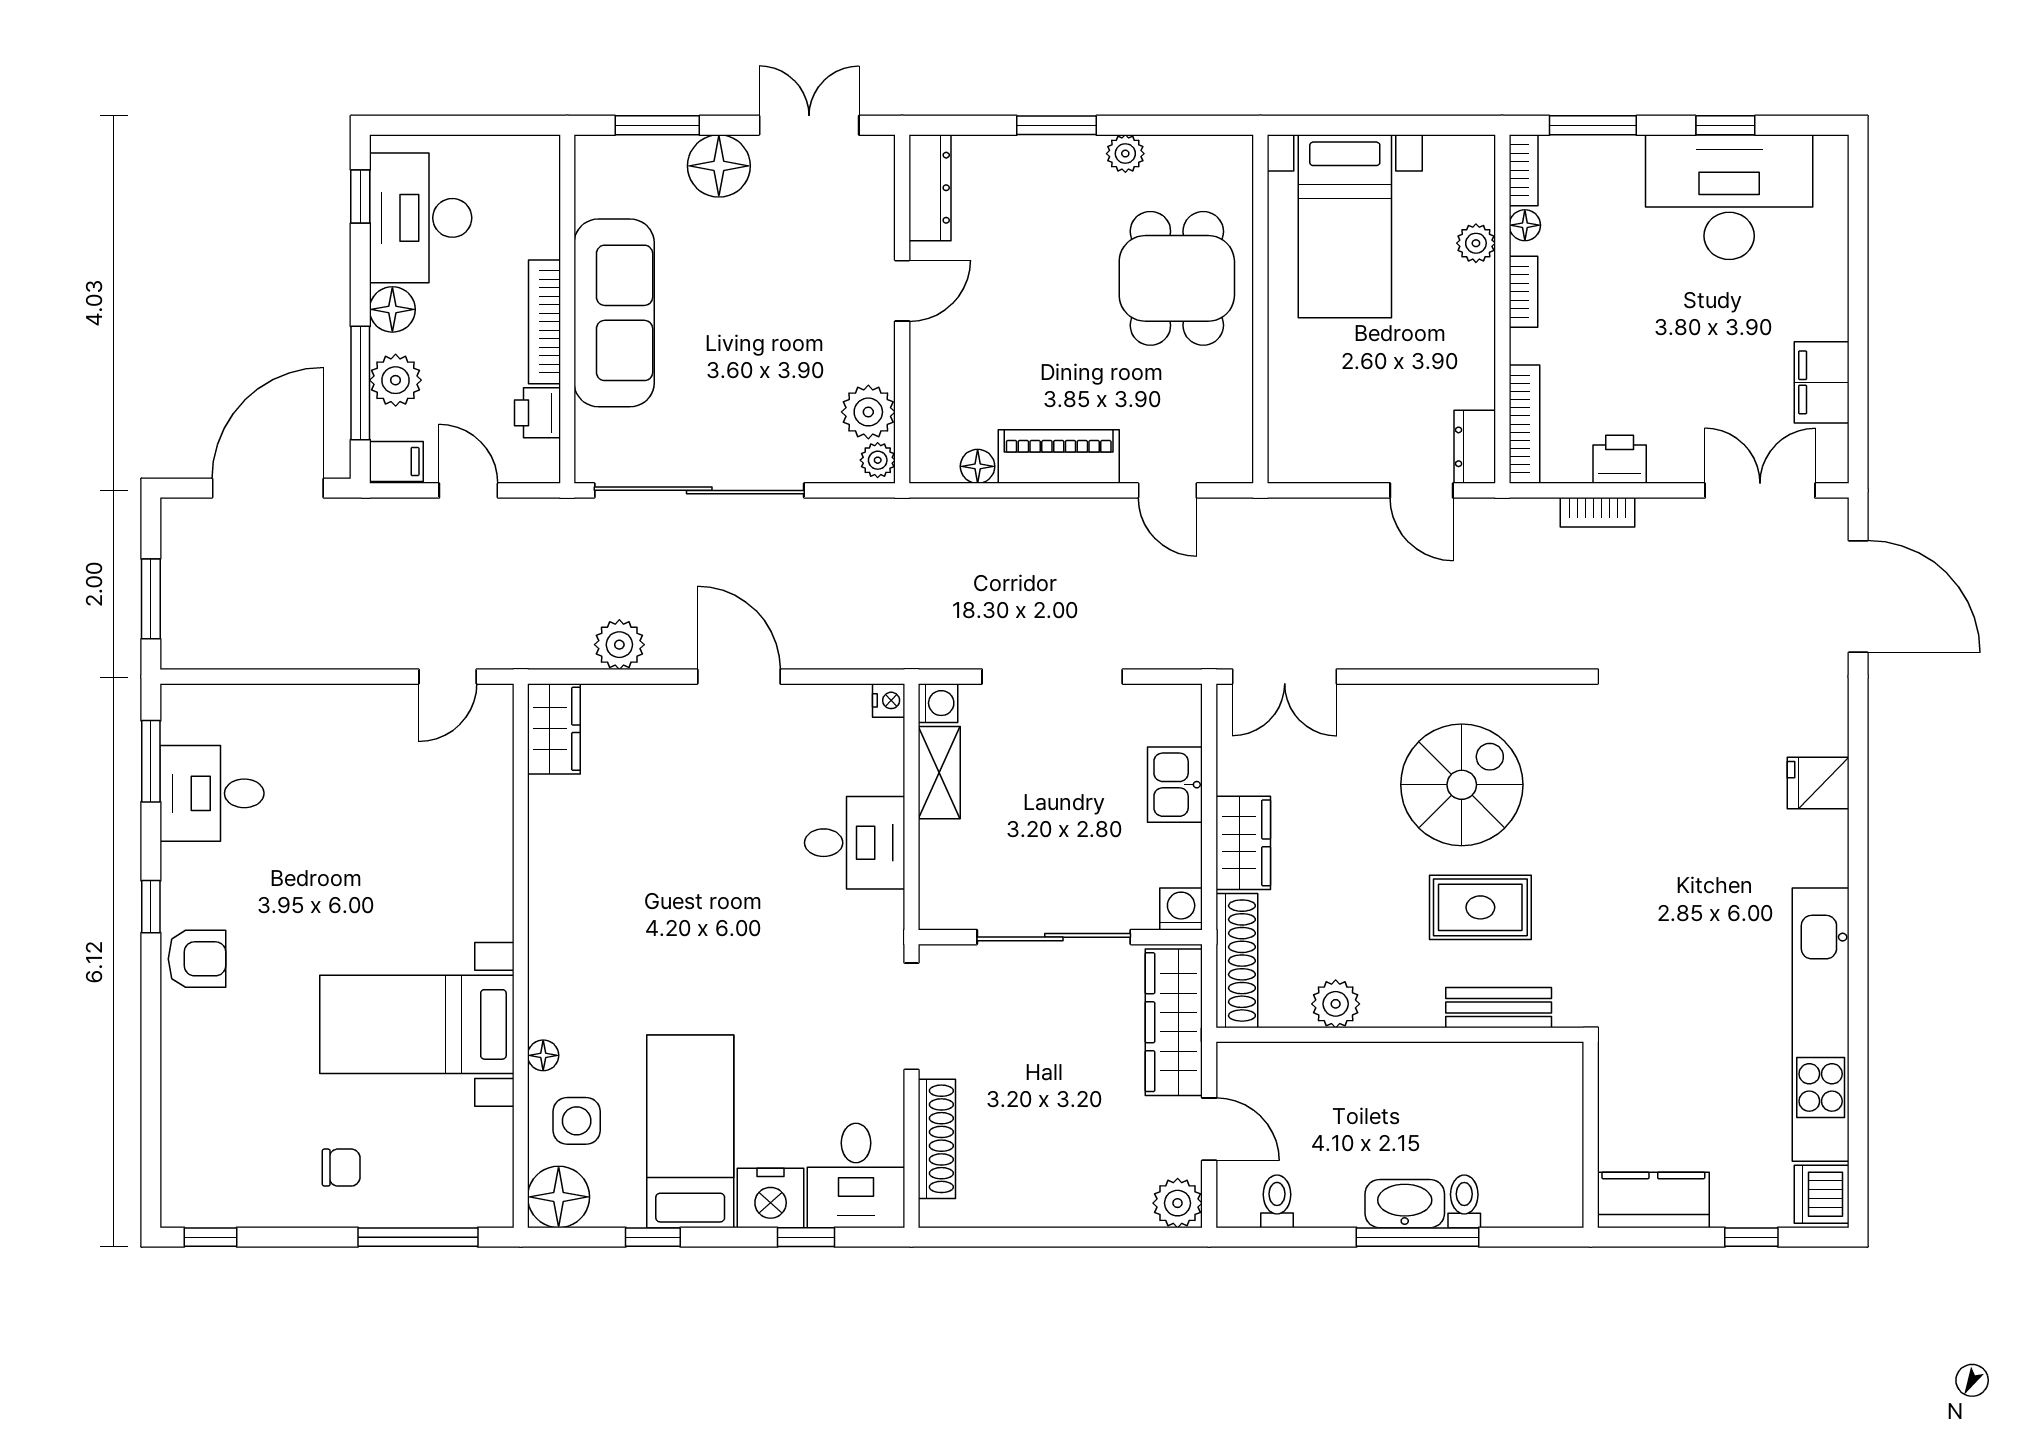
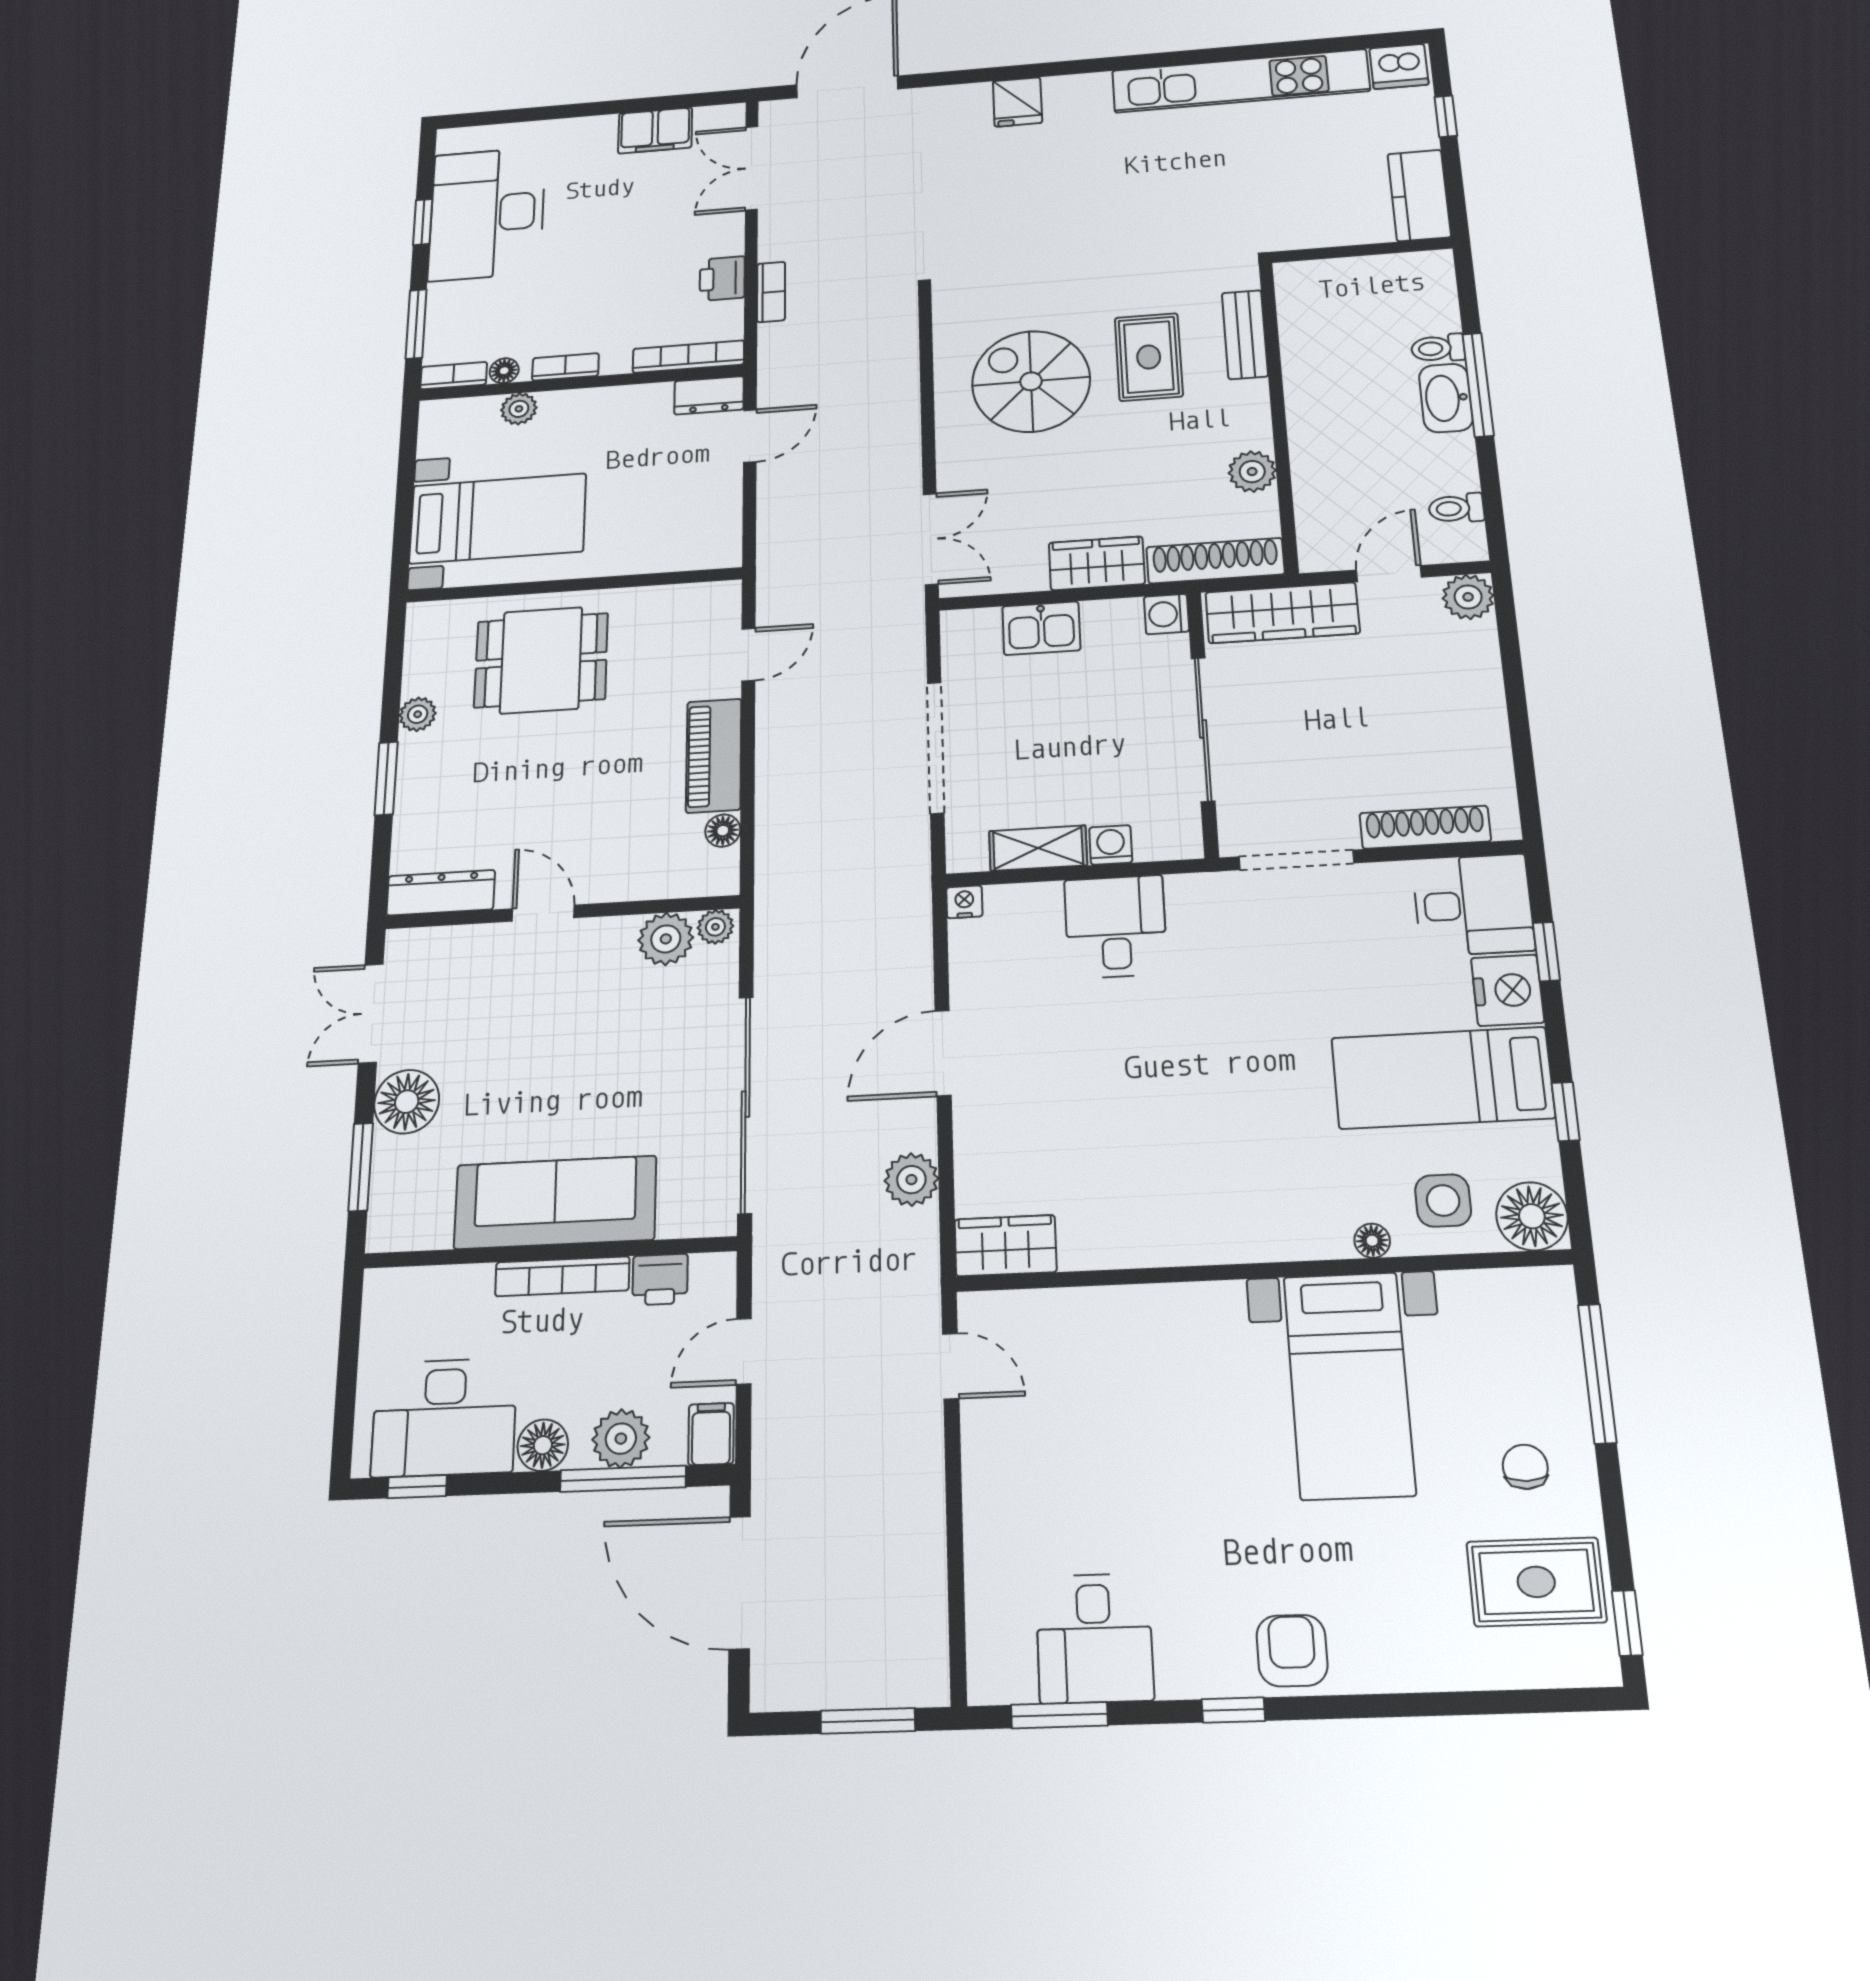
washing machine: (938, 703) -> (1111, 845), moved
rug: (246, 1166) -> (1536, 1582), added

